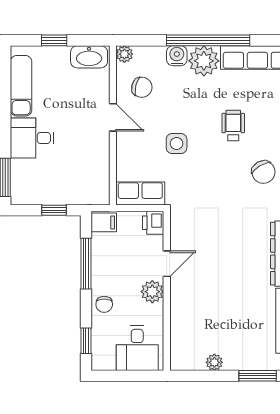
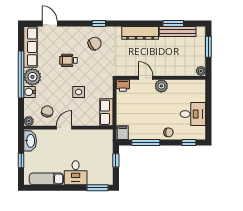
printer: (153, 223) -> (123, 85), moved
door: (167, 264) -> (146, 78), moved
wall: (167, 291) -> (161, 78), moved
plant: (152, 292) -> (161, 86), moved

